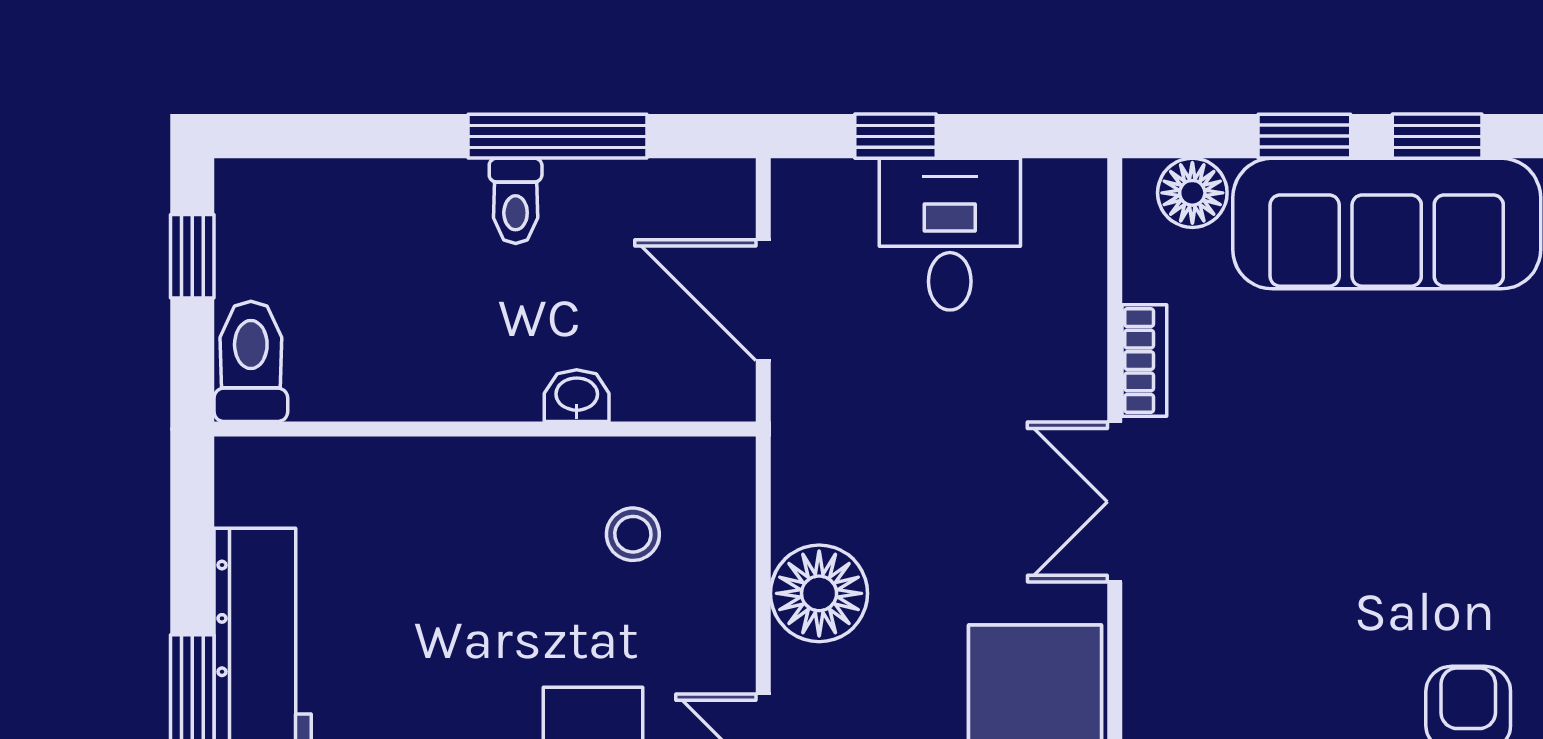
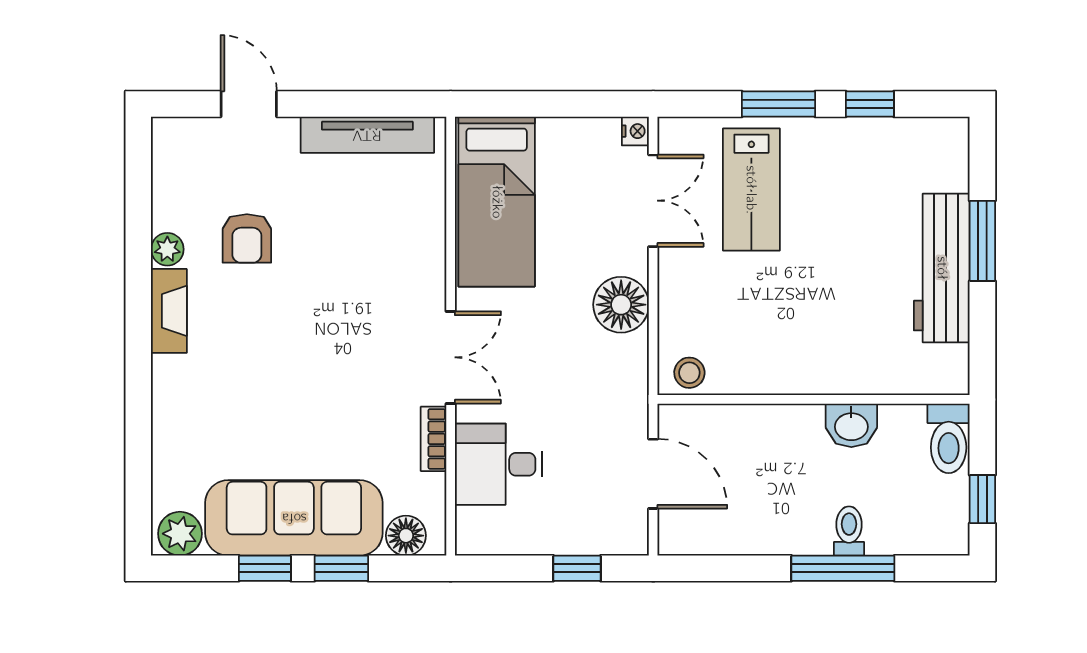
window: (558, 136) -> (843, 568), moved
toilet: (516, 201) -> (849, 531), moved
desk: (950, 234) -> (499, 464), moved, turned 90
washbasin: (577, 396) -> (851, 425), moved, width x1.38, depth x1.45
stool: (633, 534) -> (689, 373), moved

